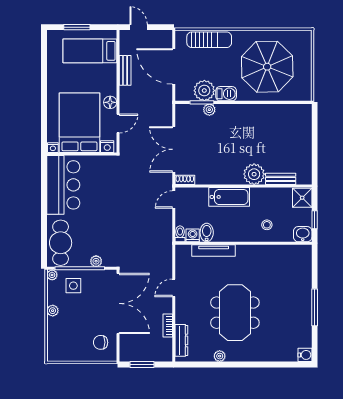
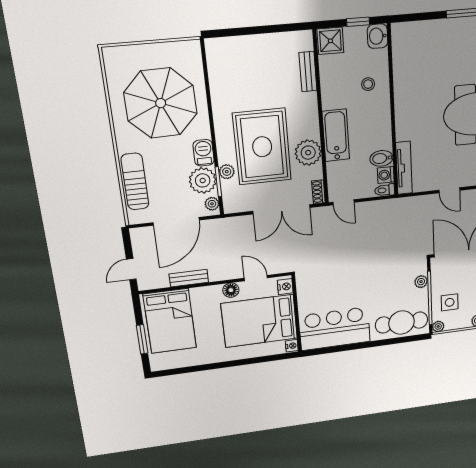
bed: (90, 51) -> (170, 321), width x1.50
plant: (185, 96) -> (212, 204), added
rug: (226, 139) -> (262, 147), added
plant: (254, 174) -> (308, 153), moved
tv unit: (214, 250) -> (404, 168), moved

